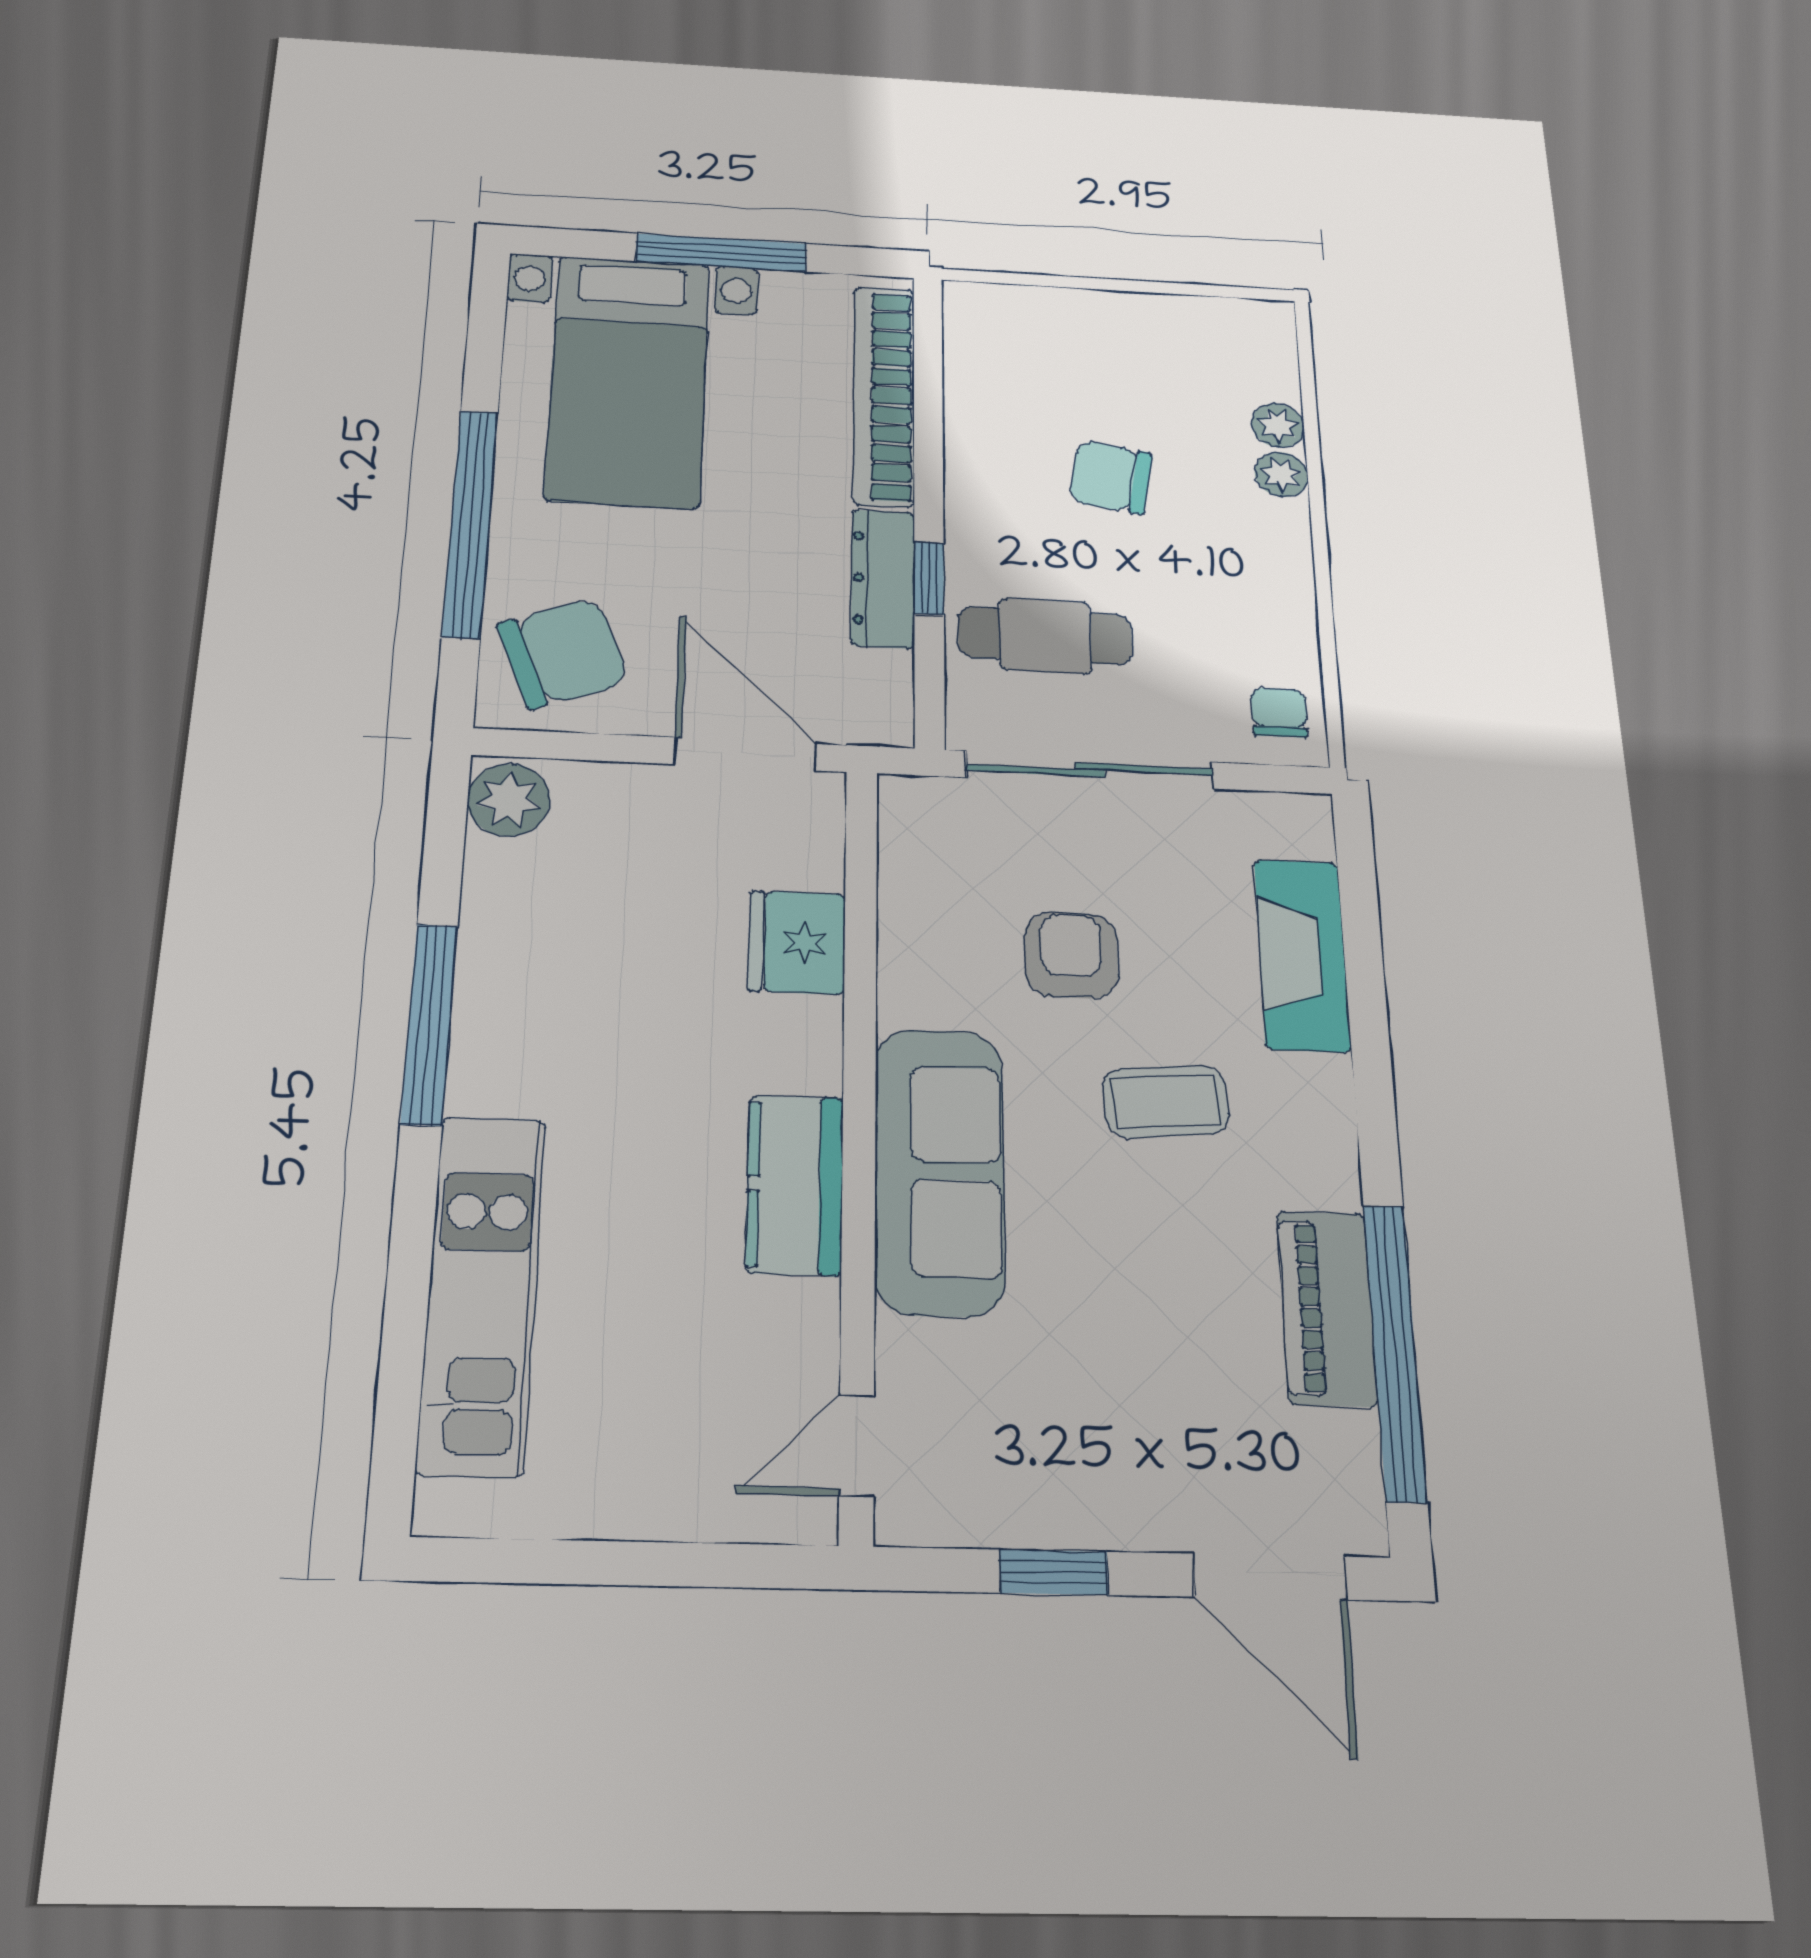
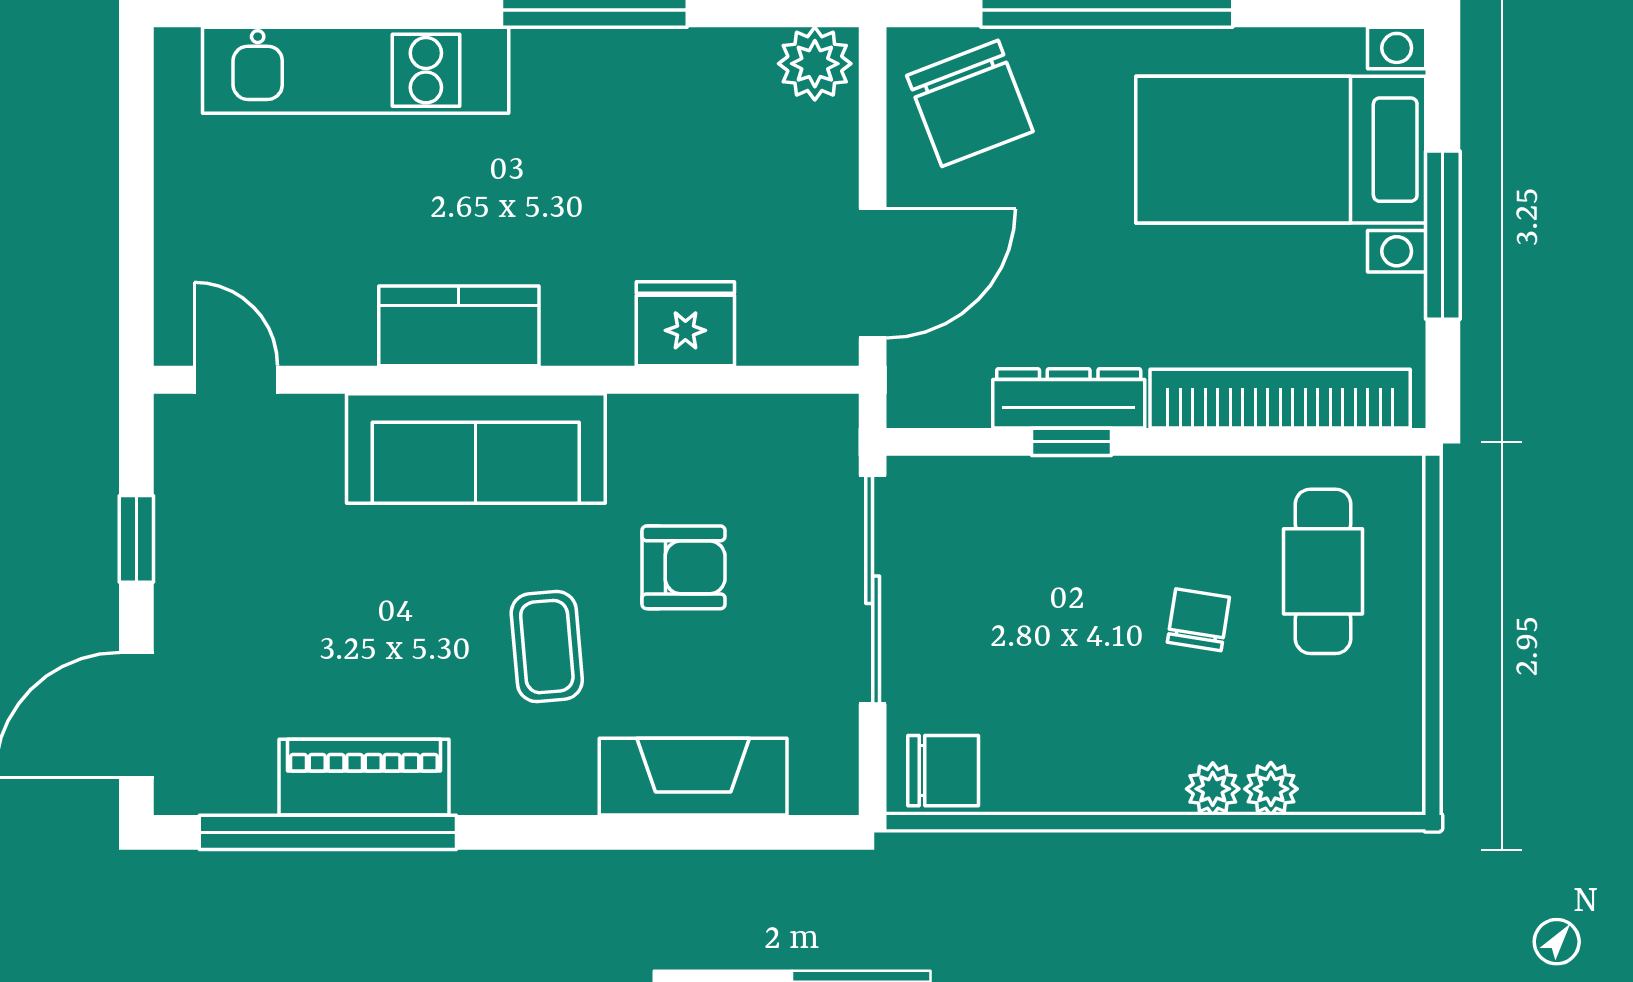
chair: (1111, 477) -> (1198, 620), width x0.73, depth x0.73
cafe table: (1045, 636) -> (1323, 571), moved
chair: (1279, 712) -> (943, 771), width x1.37, depth x1.37

